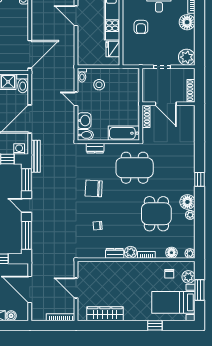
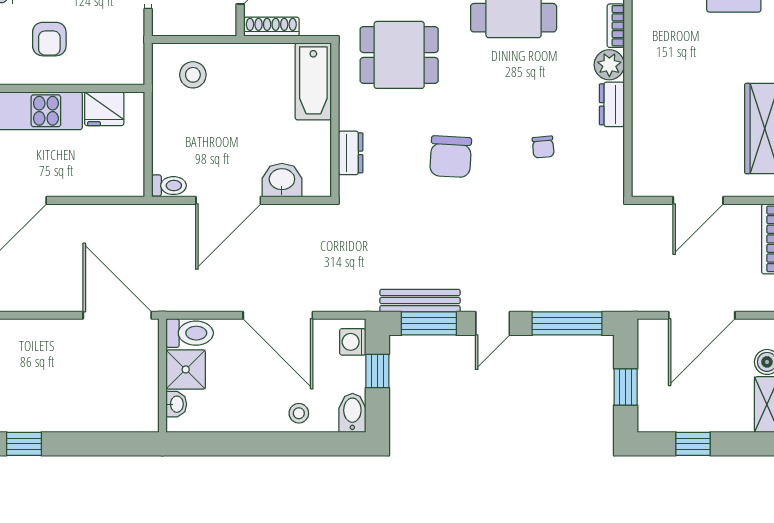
armchair: (141, 27) -> (49, 39), turned 90
stool: (99, 85) -> (193, 75), moved
door: (76, 99) -> (228, 200), width x1.87
bidet: (85, 135) -> (318, 177), removed
bench: (36, 156) -> (420, 301), moved
dining table: (135, 168) -> (399, 55), width x0.73

